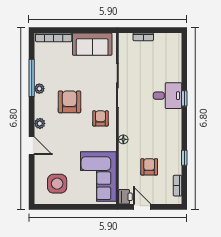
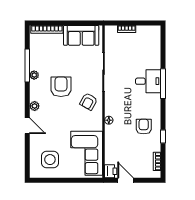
window: (184, 98) -> (163, 84), width x2.17
armchair: (100, 118) -> (89, 101), turned -151
armchair: (149, 167) -> (144, 127), moved

